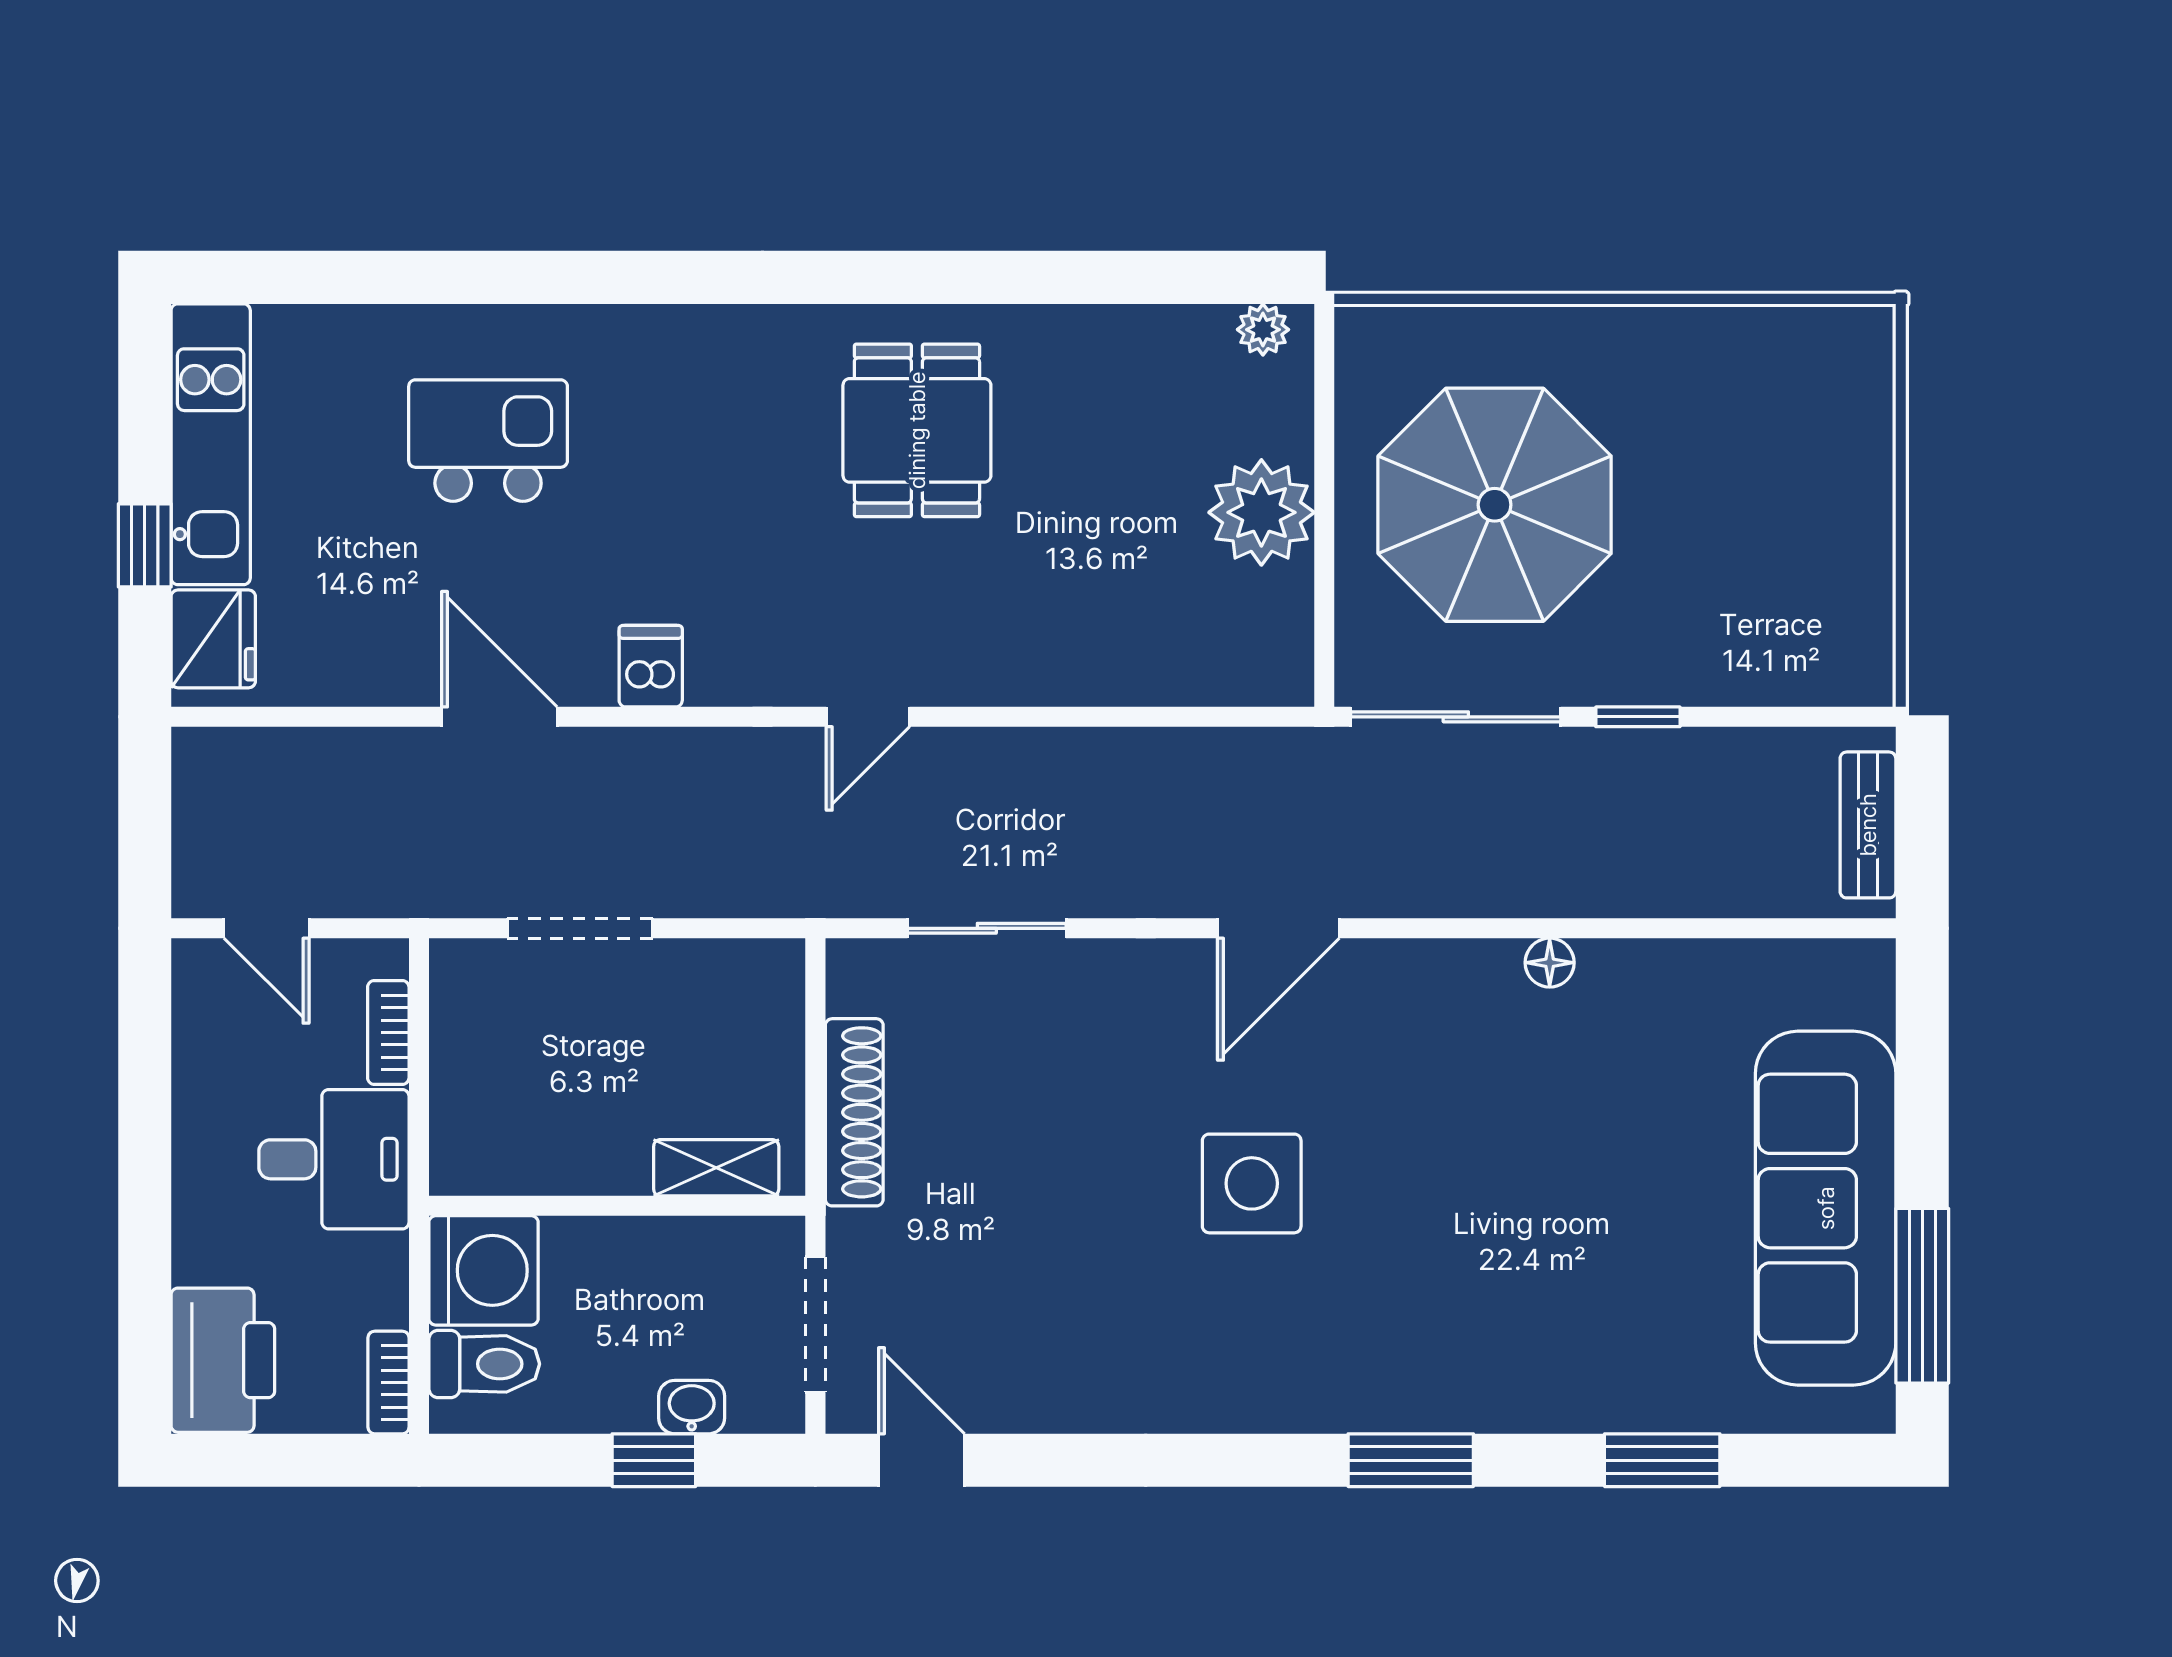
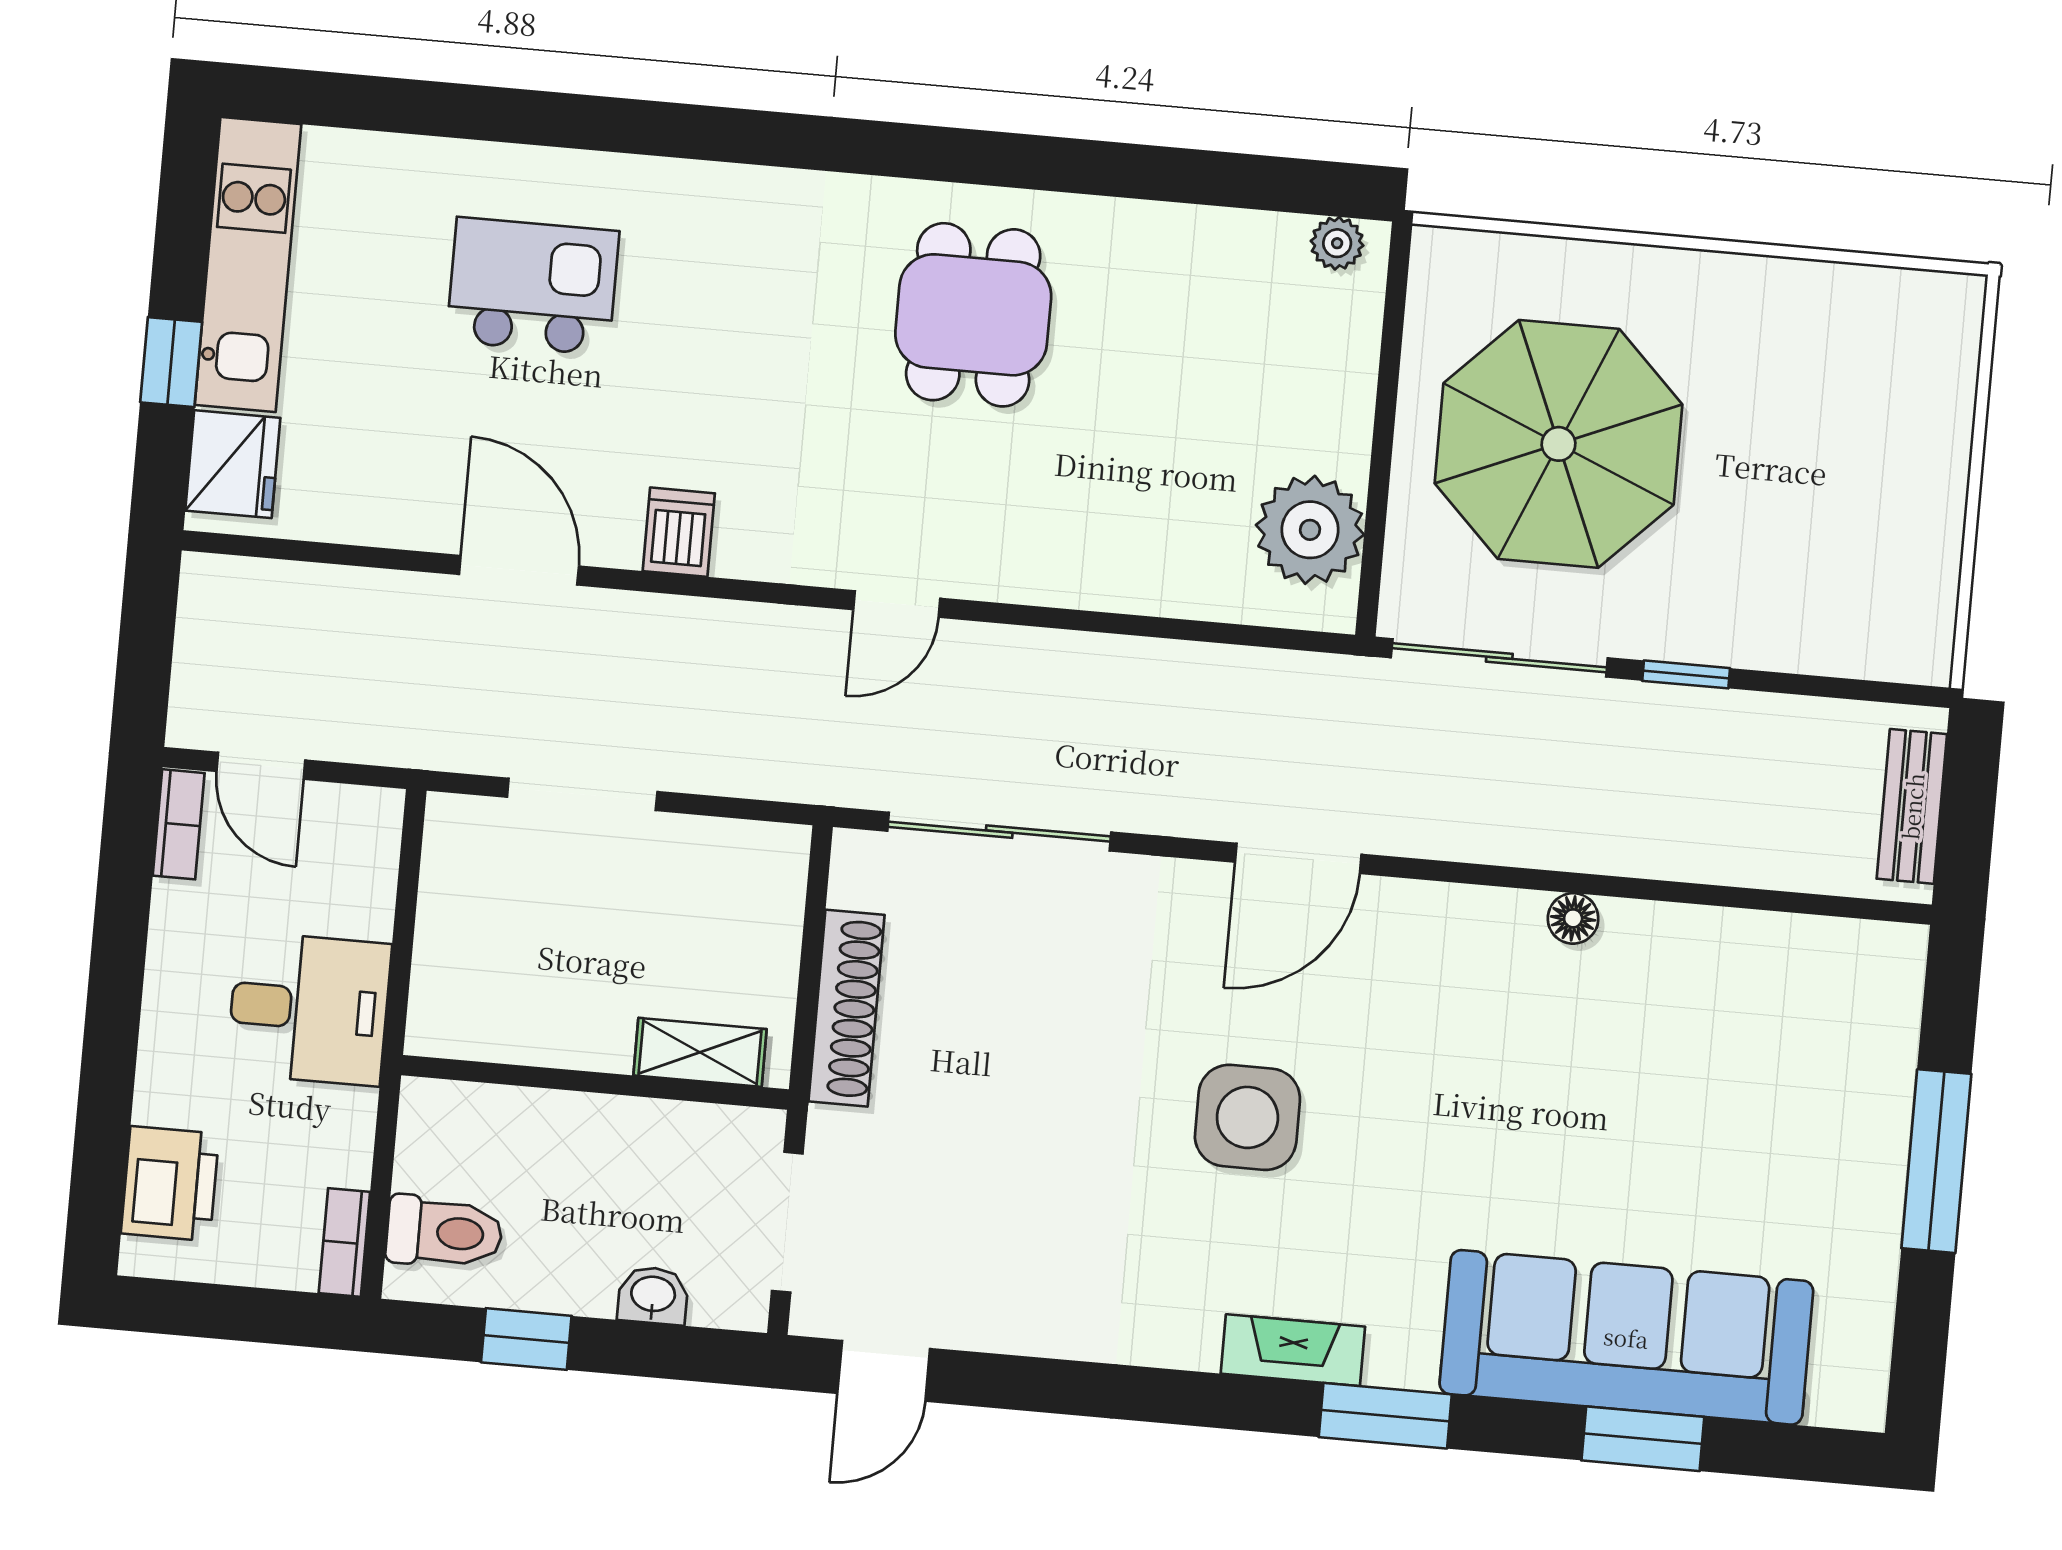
plant: (1261, 512) -> (1310, 530), moved
sliding door: (987, 928) -> (999, 832), width x1.37
bookcase: (388, 1032) -> (179, 824), moved, turned 180
sofa: (1826, 1208) -> (1626, 1337), moved, turned 90
washing machine: (484, 1270) -> (452, 1136), removed
window: (1922, 1296) -> (1936, 1161), moved
printer: (223, 1360) -> (170, 1184), width x0.73, depth x0.84
fireplace: (1316, 1405) -> (1293, 1350), added
window: (654, 1460) -> (526, 1339), moved
door: (922, 1460) -> (884, 1371), swing flipped

